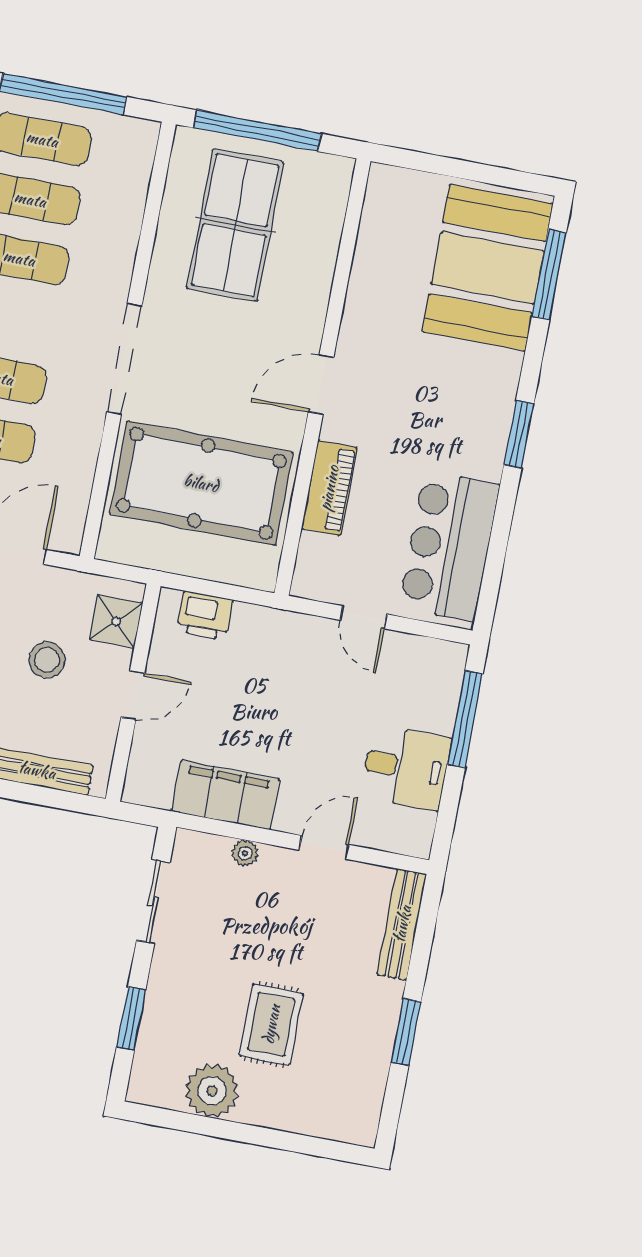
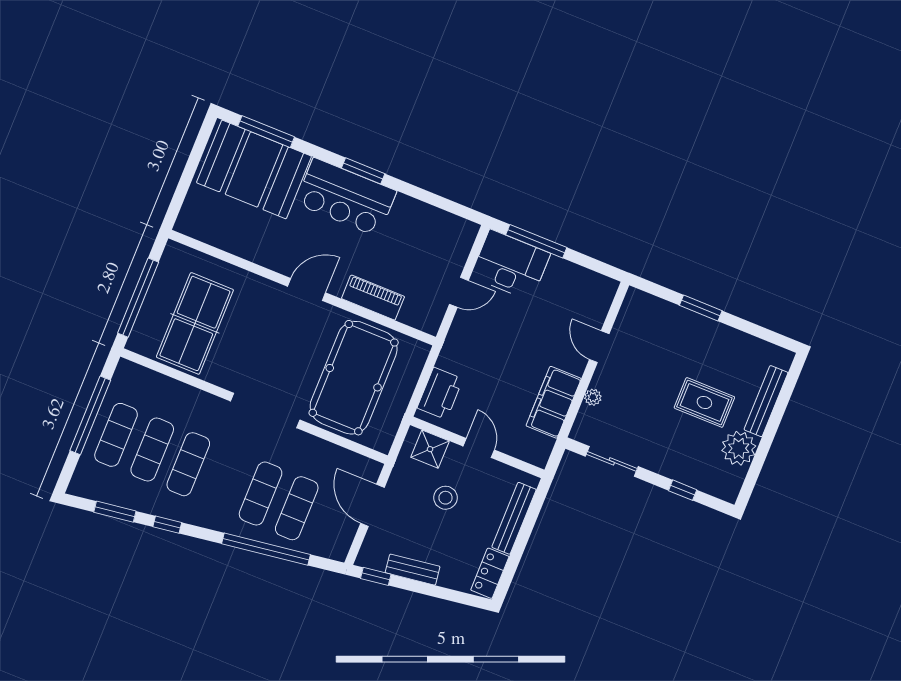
table tennis table: (235, 225) -> (195, 323), turned 90
door: (321, 384) -> (307, 289), swing flipped
bar counter: (449, 546) -> (346, 197), moved
printer: (205, 616) -> (440, 393), width x1.37, depth x1.19
desk: (406, 767) -> (511, 265), moved, width x1.37
bench: (402, 924) -> (766, 401), moved, turned 90
window: (131, 1018) -> (683, 490), width x0.67
window: (406, 1032) -> (701, 308), moved

